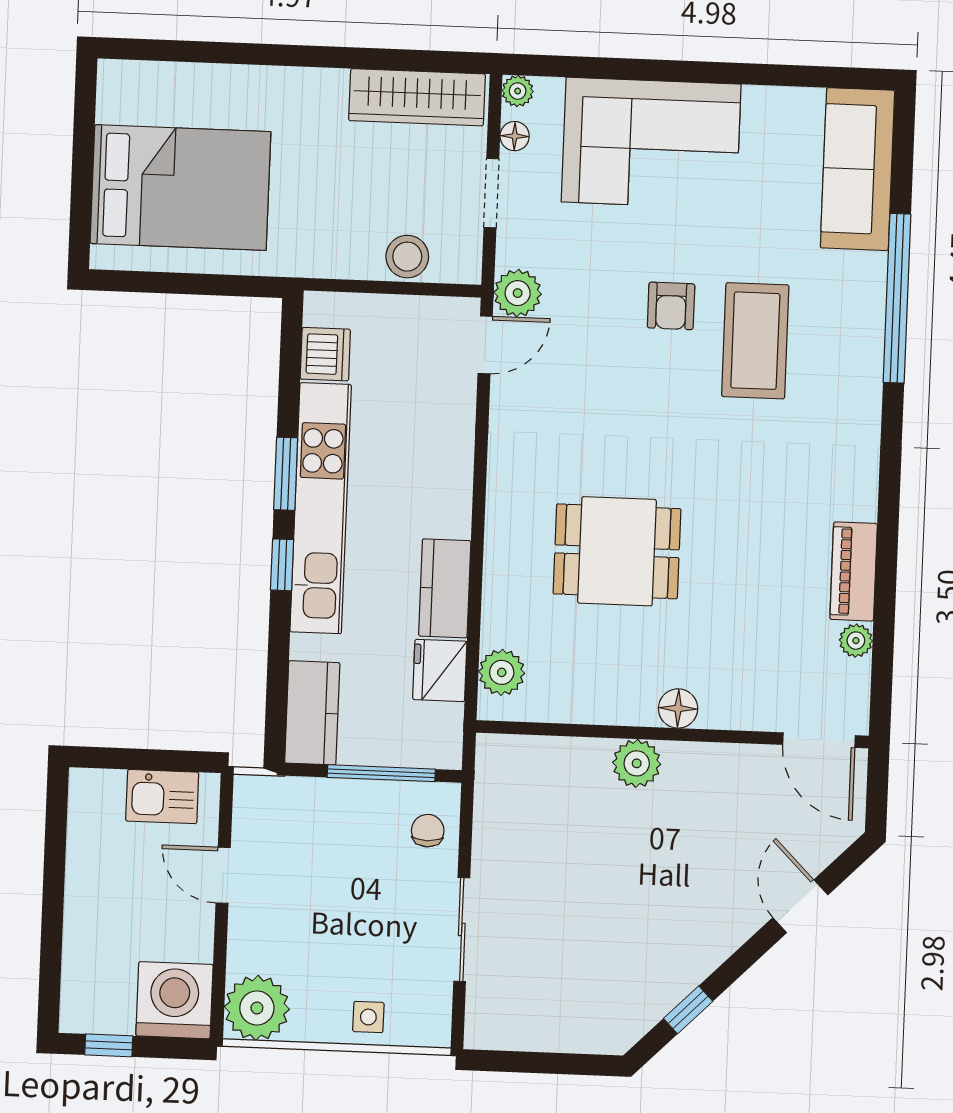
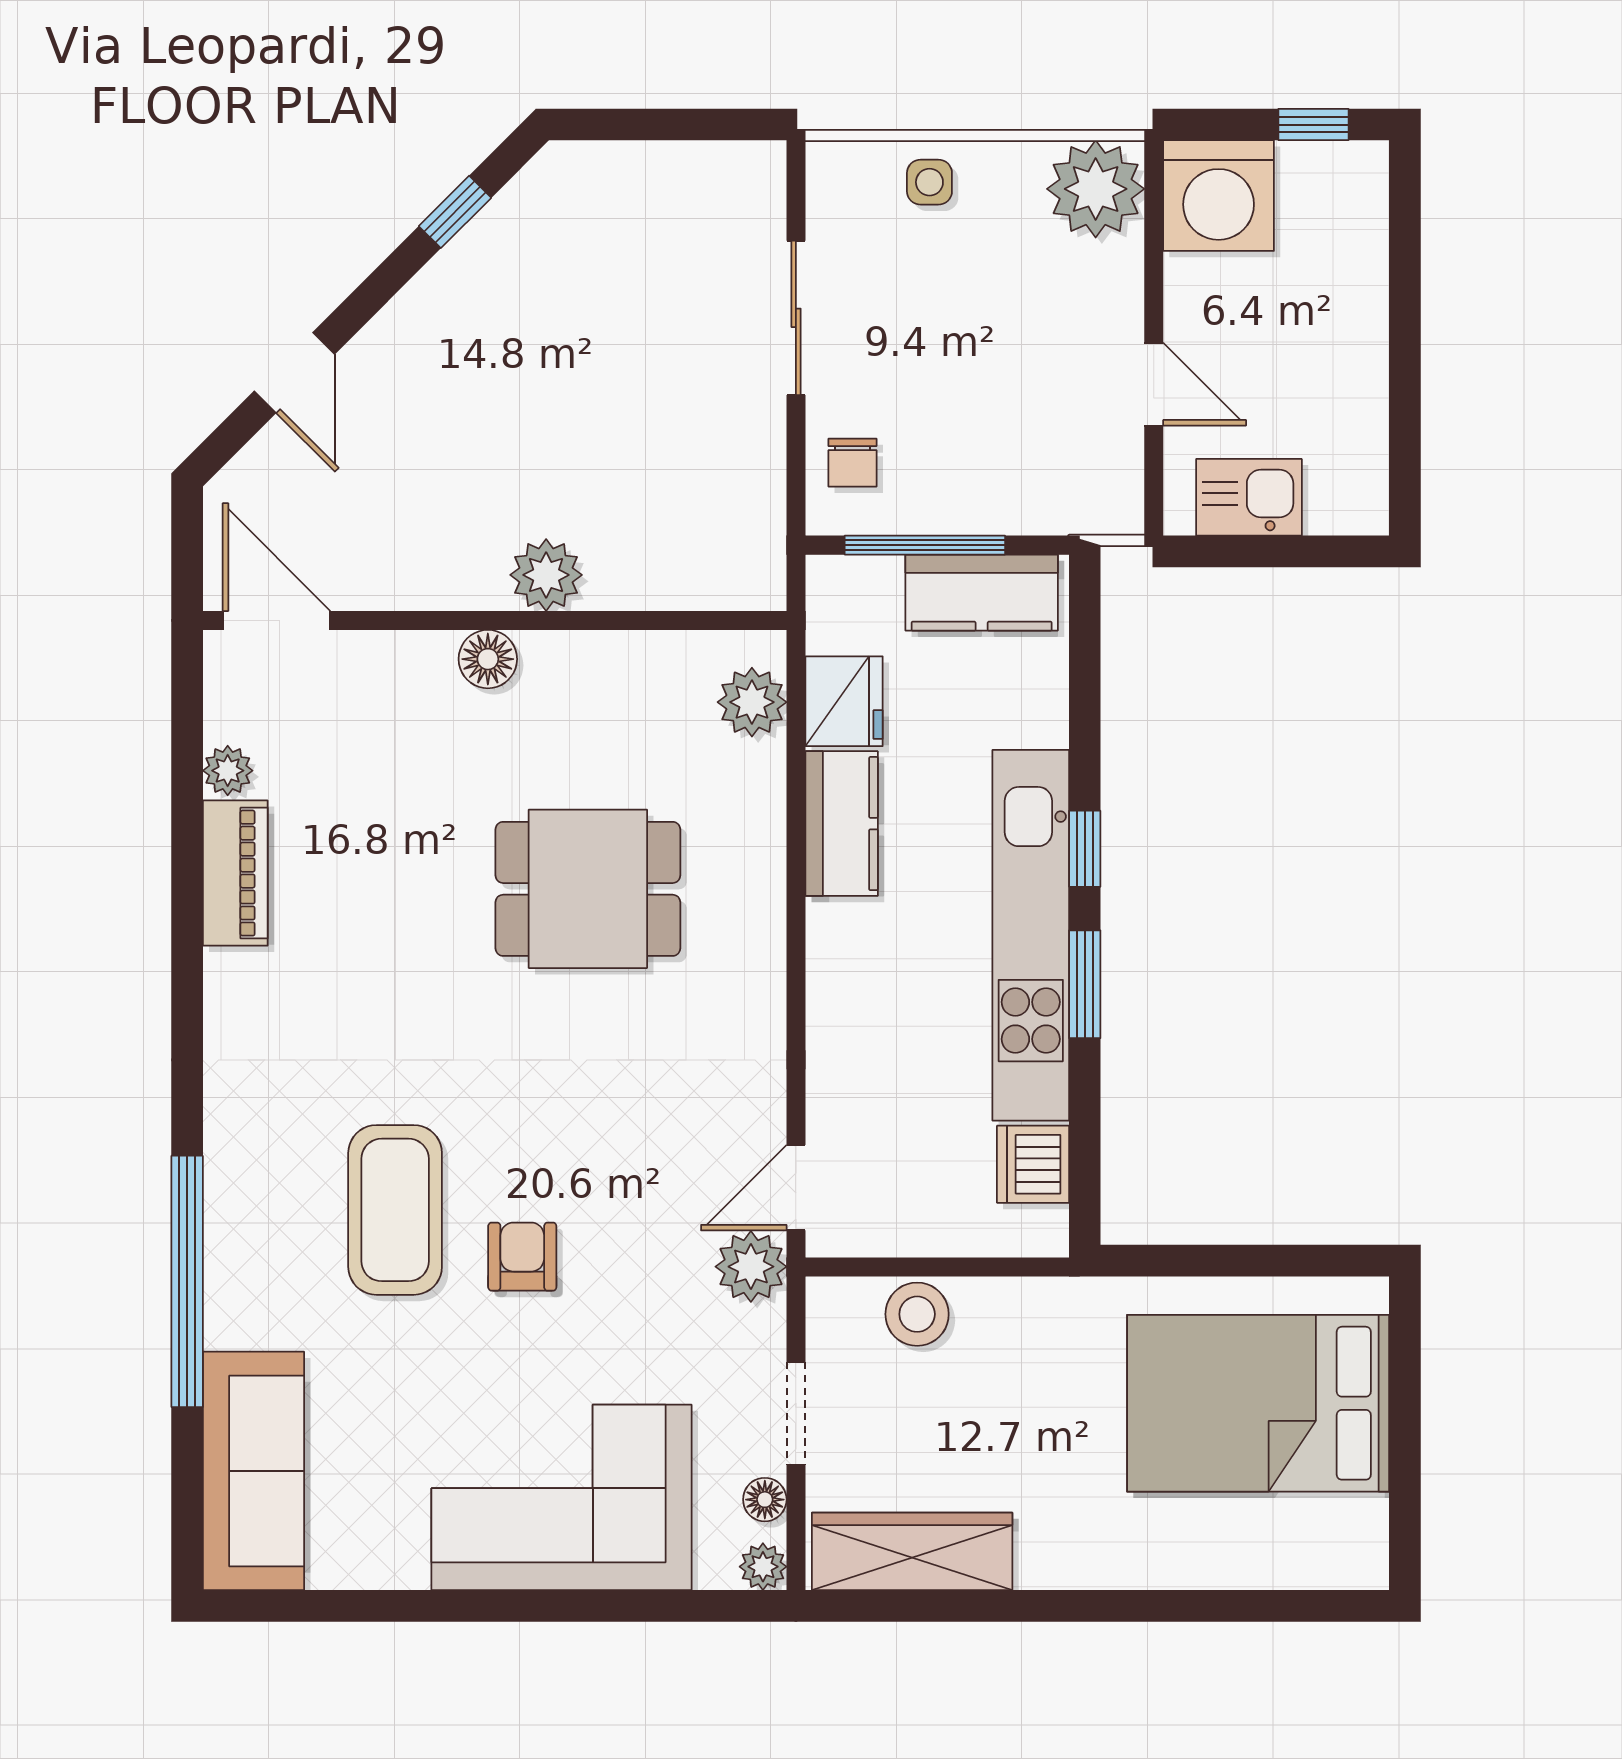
kitchen counter: (312, 713) -> (982, 593), moved, turned -90

